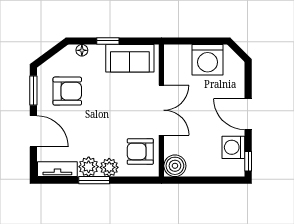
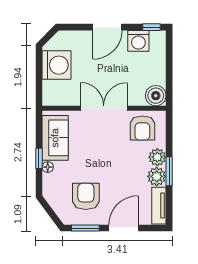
floor lamp: (82, 50) -> (48, 167), moved

